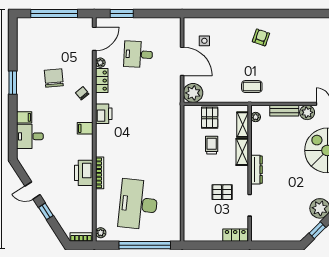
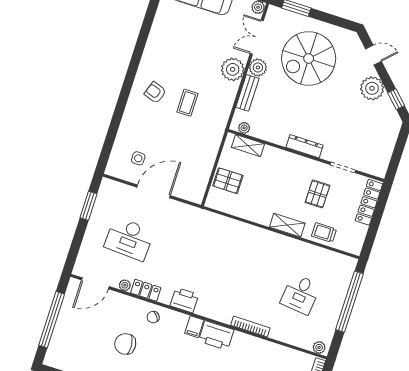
window: (122, 13) -> (88, 206), moved
door: (94, 39) -> (95, 283), swing flipped
desk: (138, 54) -> (129, 239), width x1.37
coffee table: (252, 87) -> (187, 103), moved
plant: (193, 93) -> (233, 69), moved
trolley: (212, 145) -> (324, 233), moved
shelving: (242, 152) -> (287, 225), moved
printer: (84, 173) -> (216, 335), moved
desk: (138, 204) -> (300, 294), width x0.53, depth x0.77
locker: (235, 235) -> (369, 202), width x1.53

